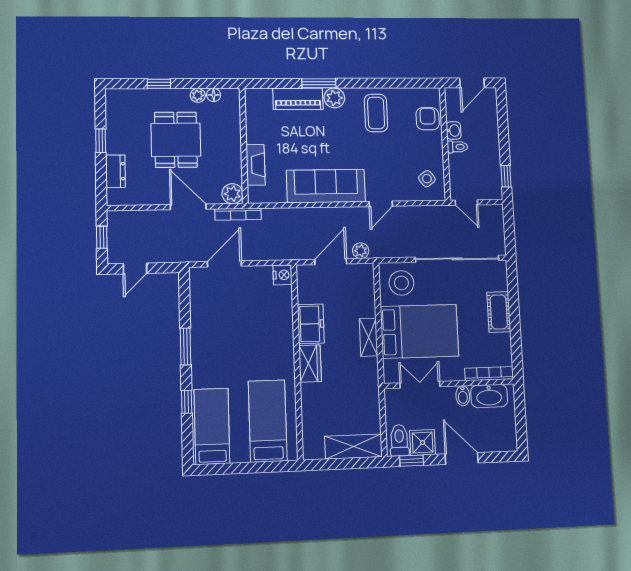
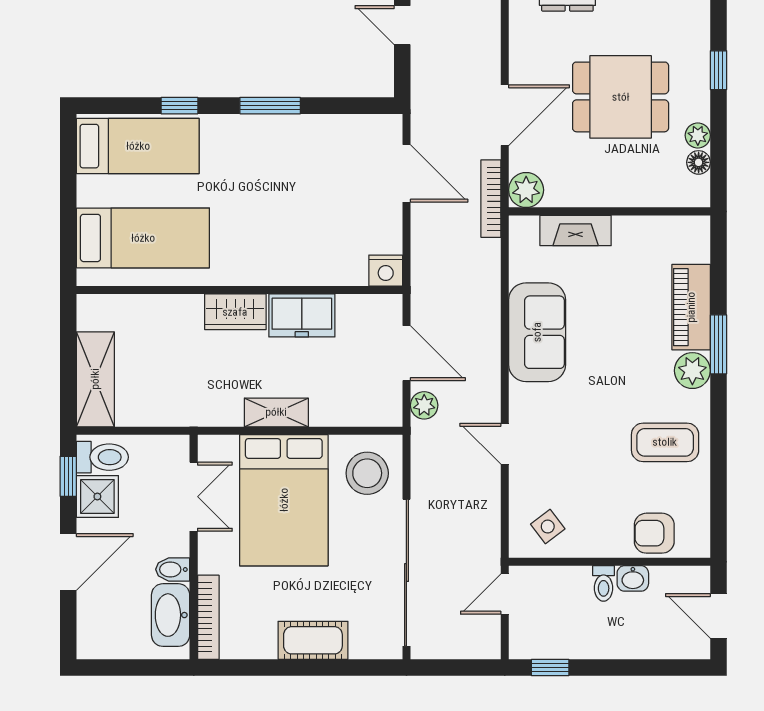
armchair: (428, 119) -> (654, 533), turned 180
sofa: (326, 186) -> (537, 332), width x0.73

